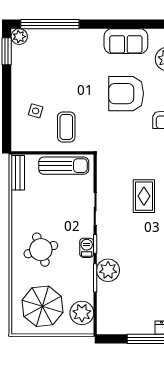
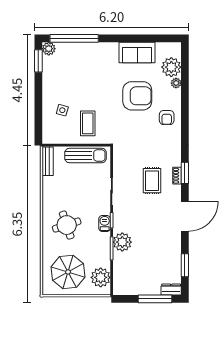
armchair: (126, 94) -> (137, 96), turned 180

